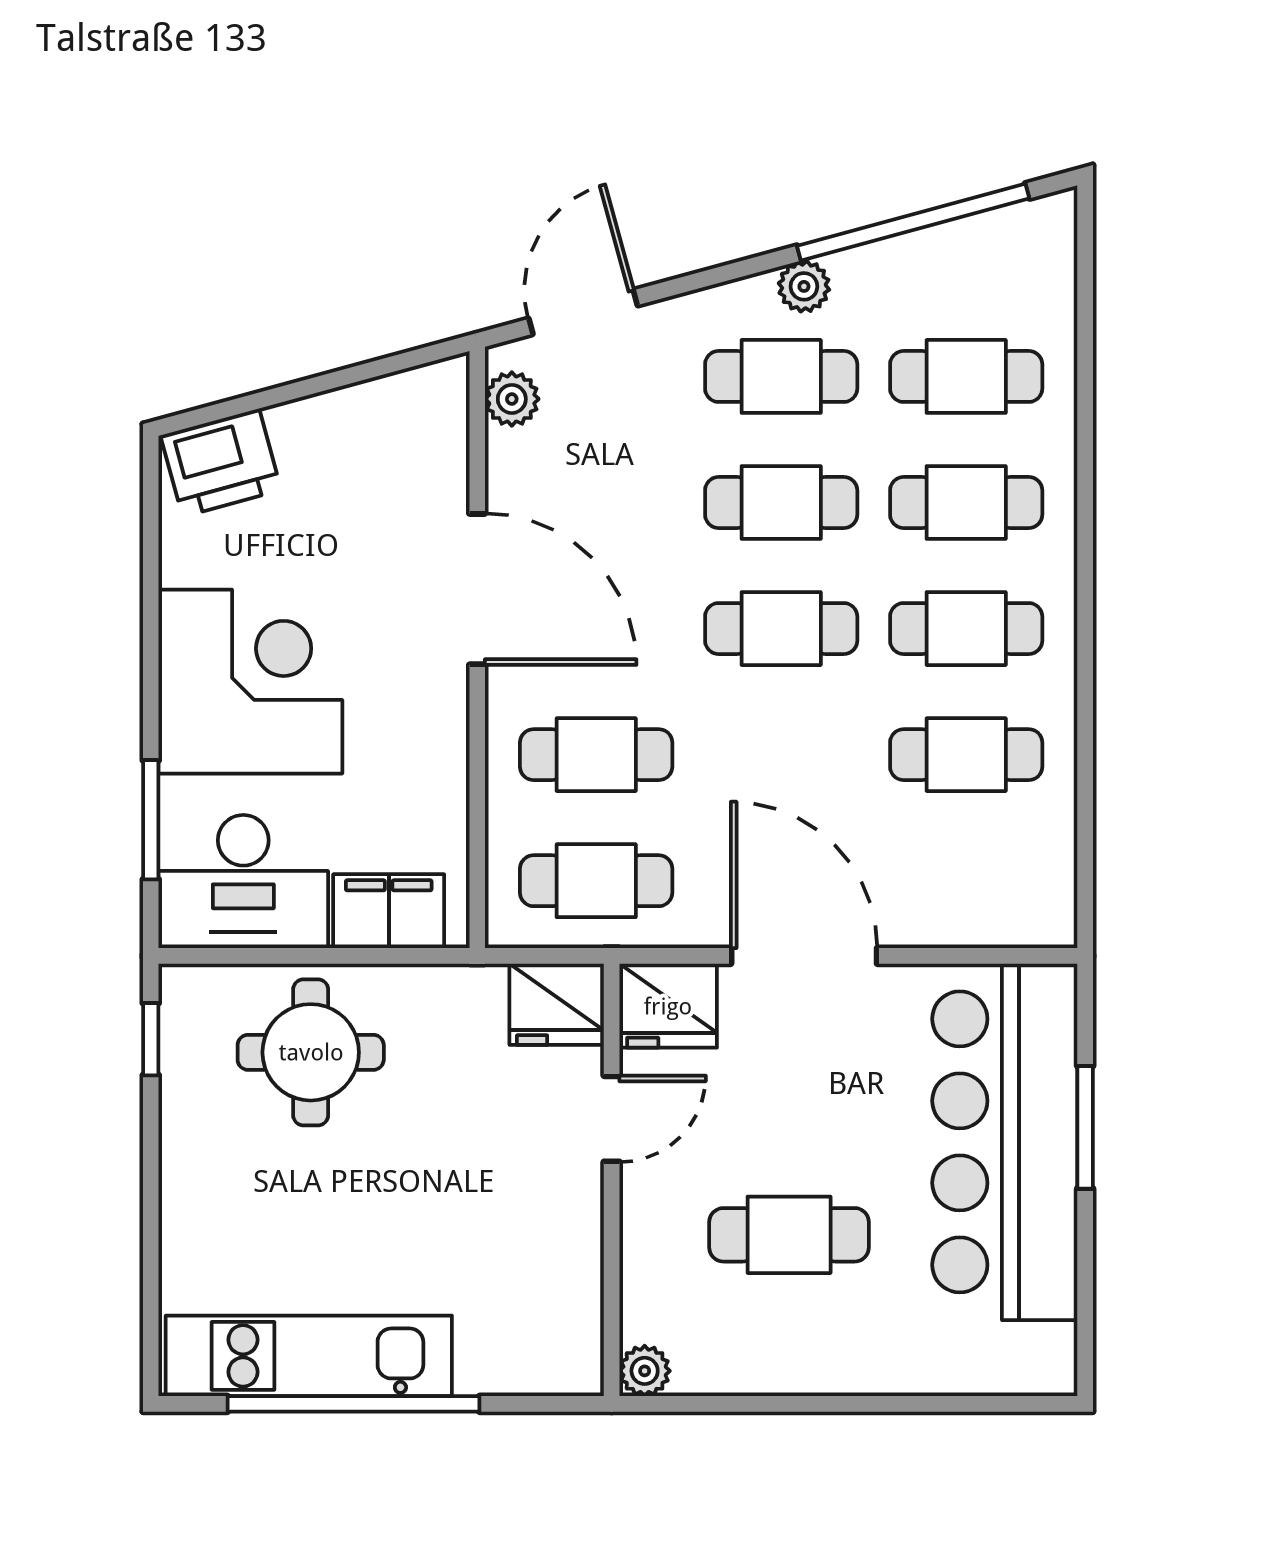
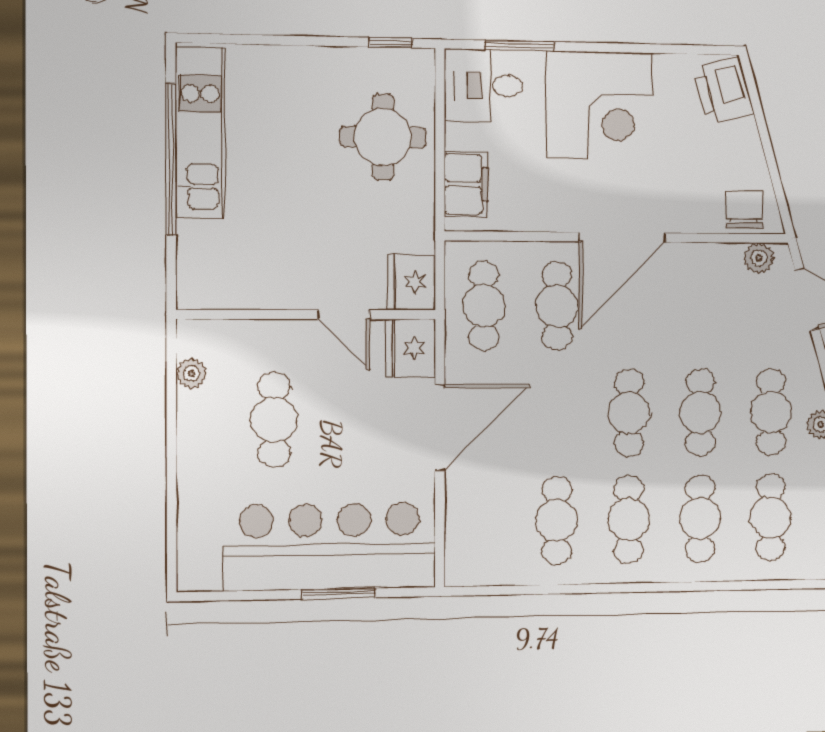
chair: (427, 425) -> (744, 210), added
door: (477, 589) -> (622, 237), moved
desk: (243, 882) -> (483, 86), width x0.73
plant: (645, 1371) -> (191, 373), moved

